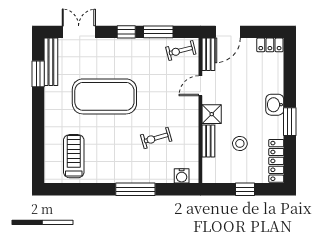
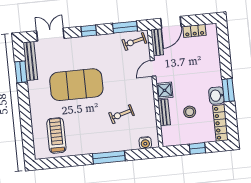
window: (158, 32) -> (125, 27), moved
locker: (270, 45) -> (194, 31), moved
washbasin: (275, 105) -> (217, 96), moved

